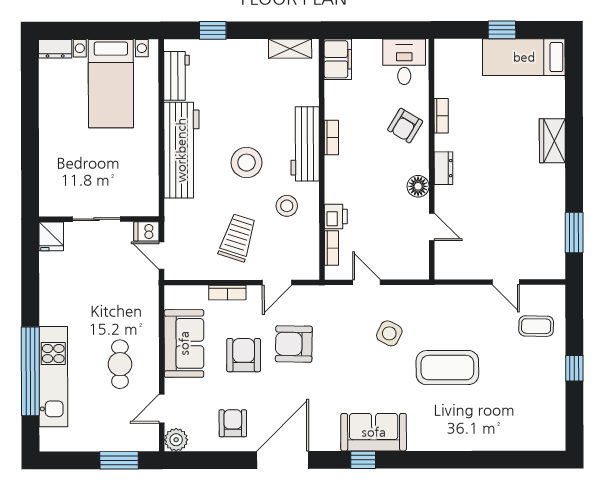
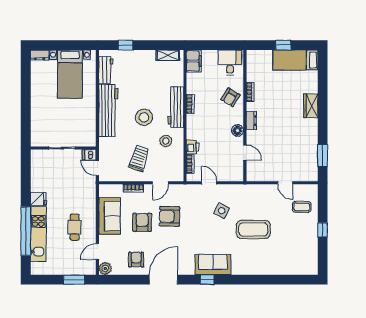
fridge: (51, 236) -> (38, 199), moved, turned -90

